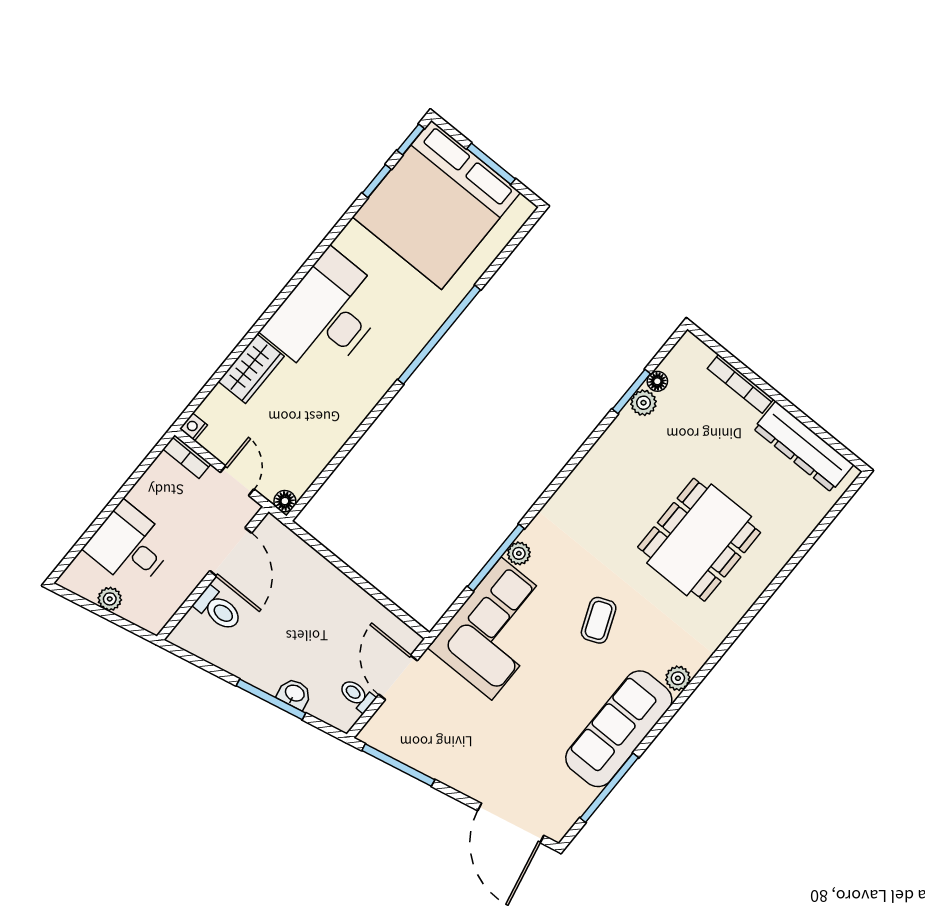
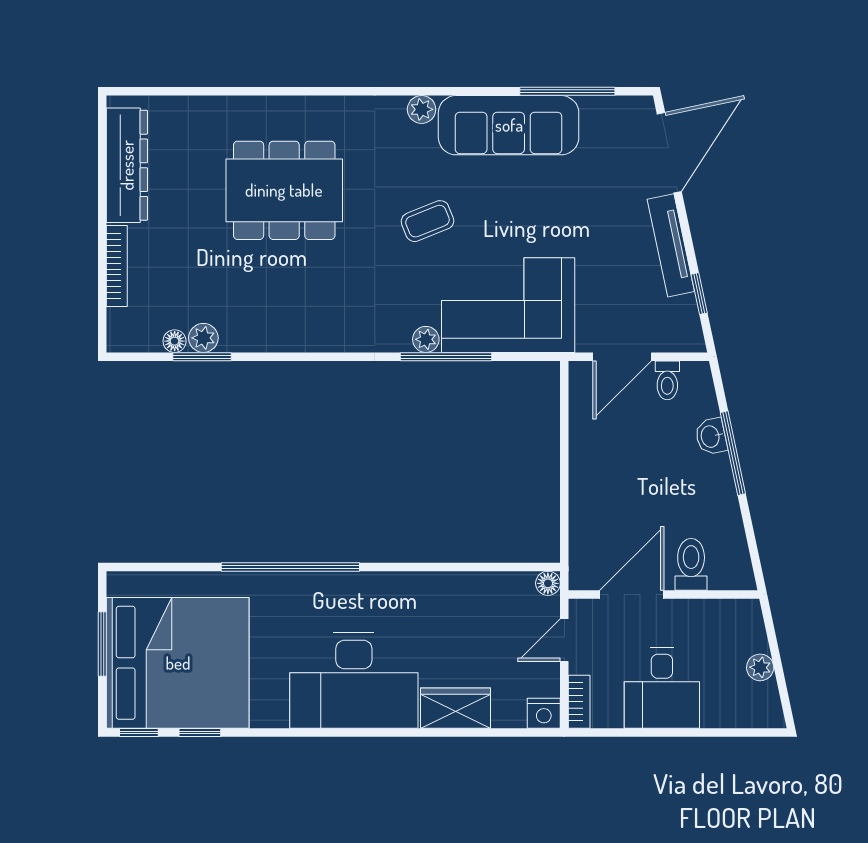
nightstand: (193, 427) -> (544, 713), width x1.39, depth x1.35
desk: (130, 546) -> (662, 688), moved
window: (398, 765) -> (699, 294), width x0.46
tv unit: (447, 773) -> (671, 245), added

